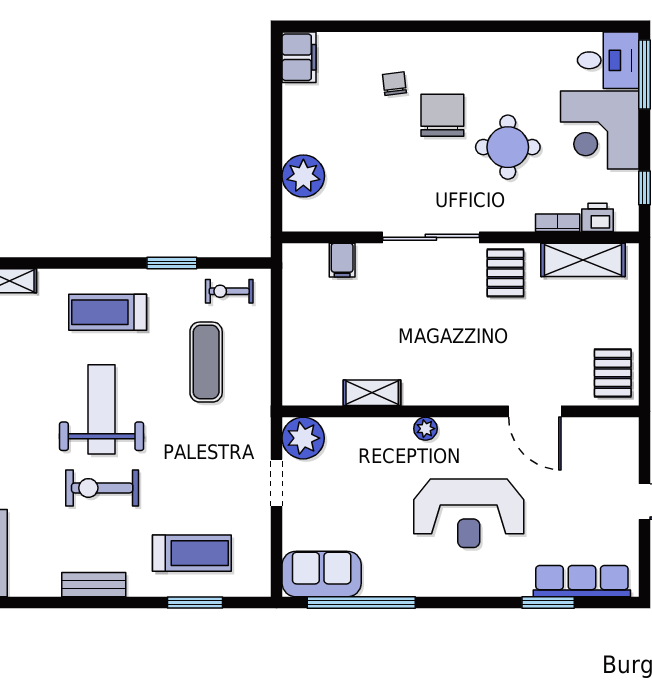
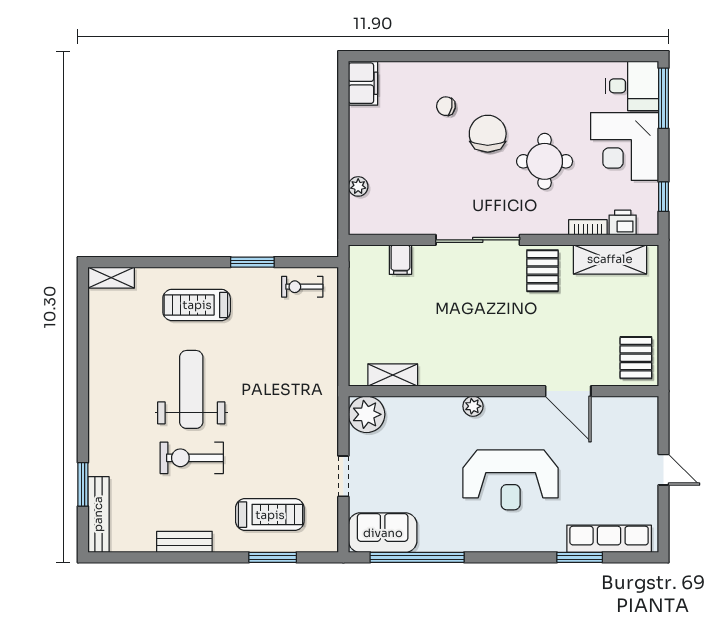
chair: (394, 84) -> (446, 106), turned -72
plant: (303, 176) -> (358, 186), width x0.53, depth x0.53
exercise mat: (206, 362) -> (282, 348), removed
shelving: (372, 393) -> (393, 375), moved
doorway: (276, 483) -> (343, 476), moved

